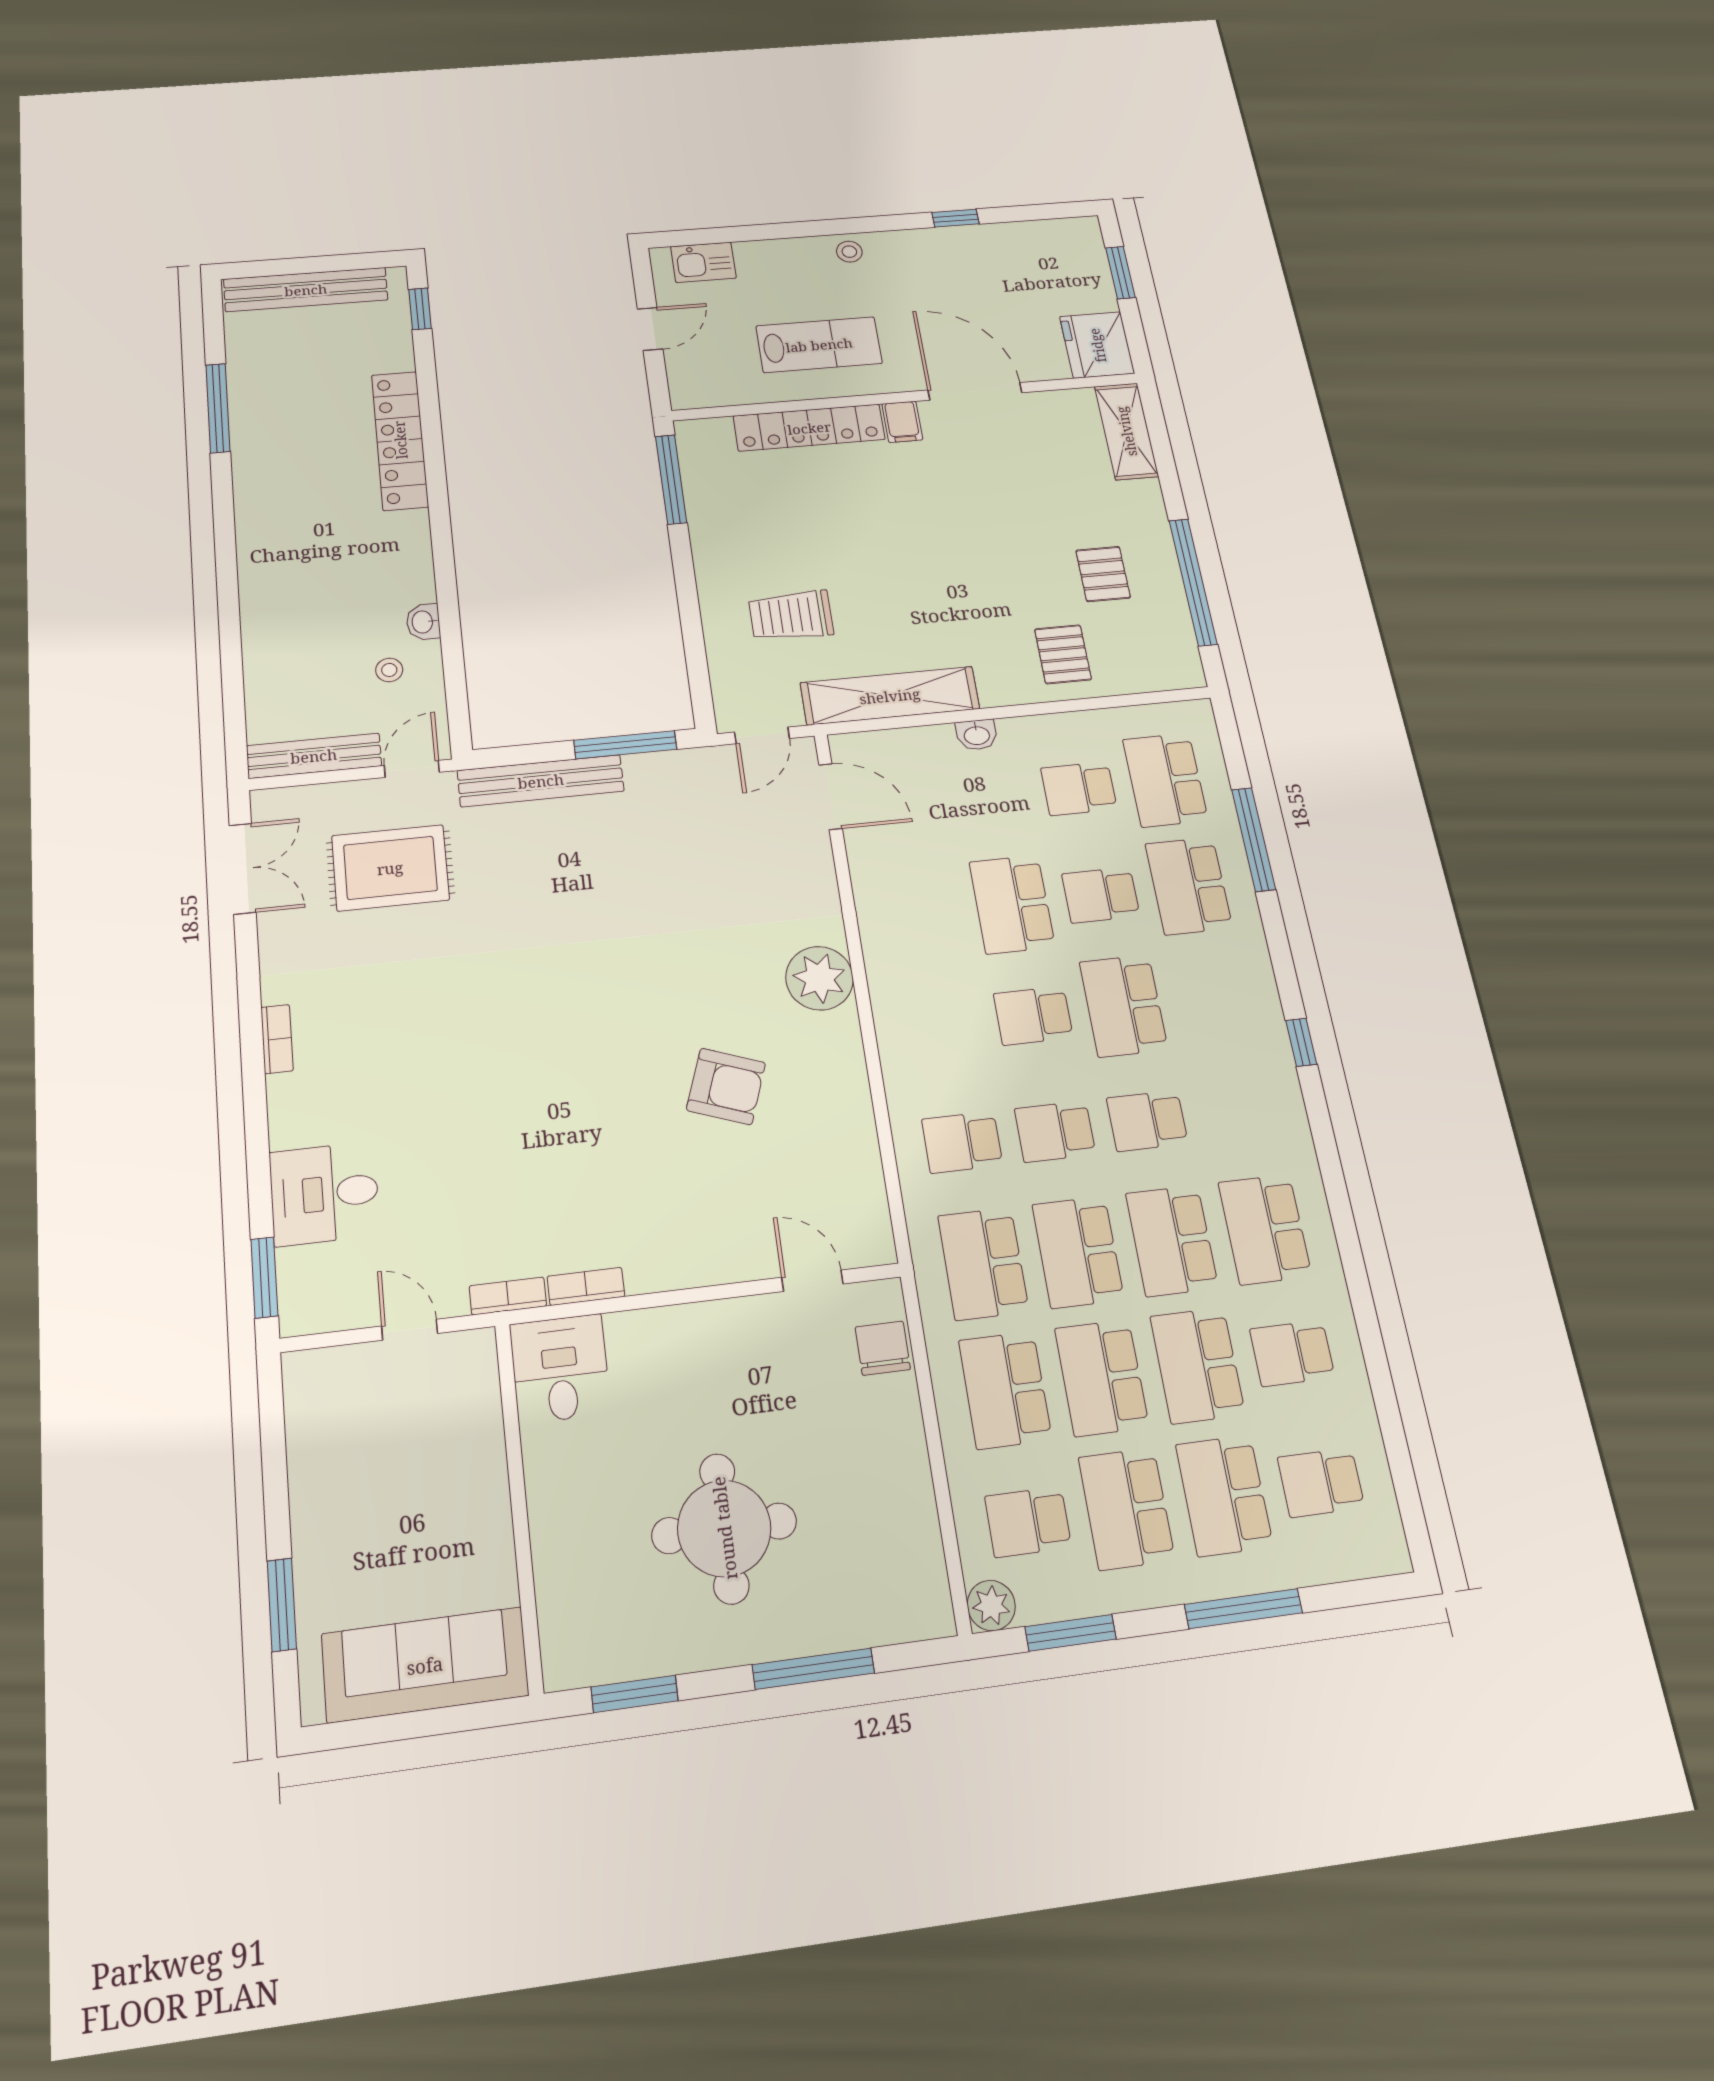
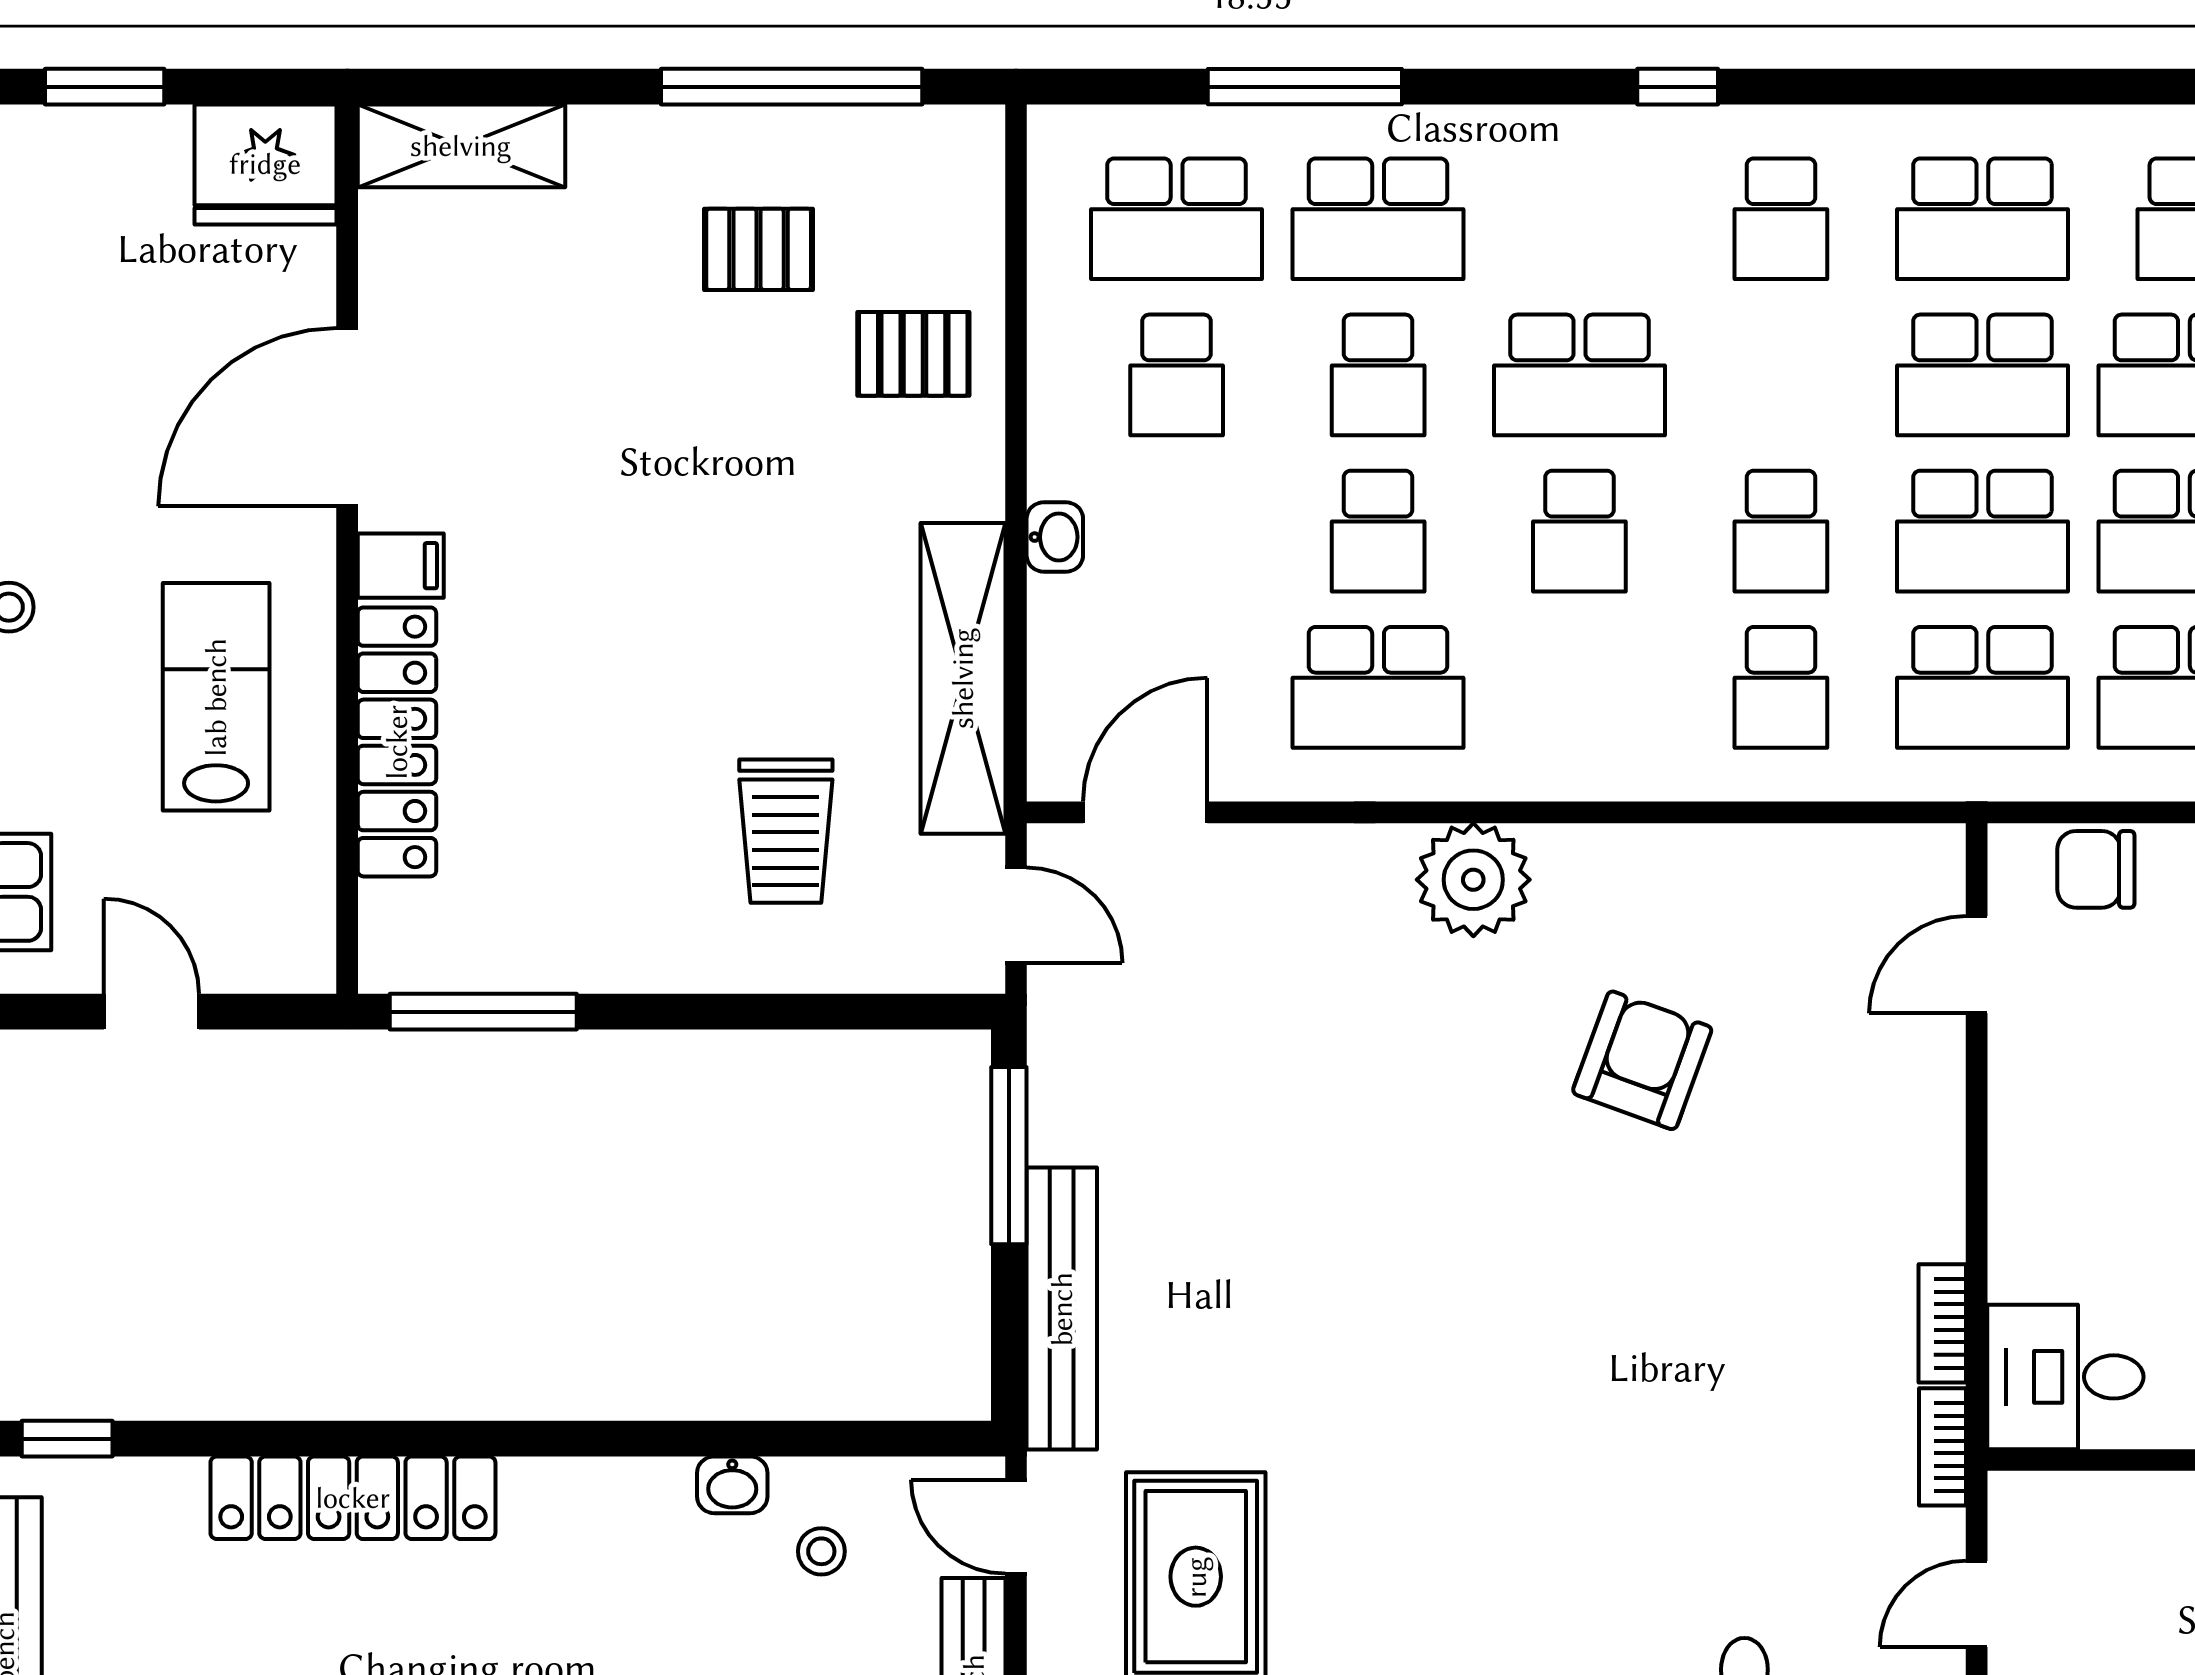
school desk: (1012, 904) -> (1378, 531), width x0.54
school desk: (923, 914) -> (1378, 687), added
school desk: (1147, 1121) -> (1781, 219), moved

